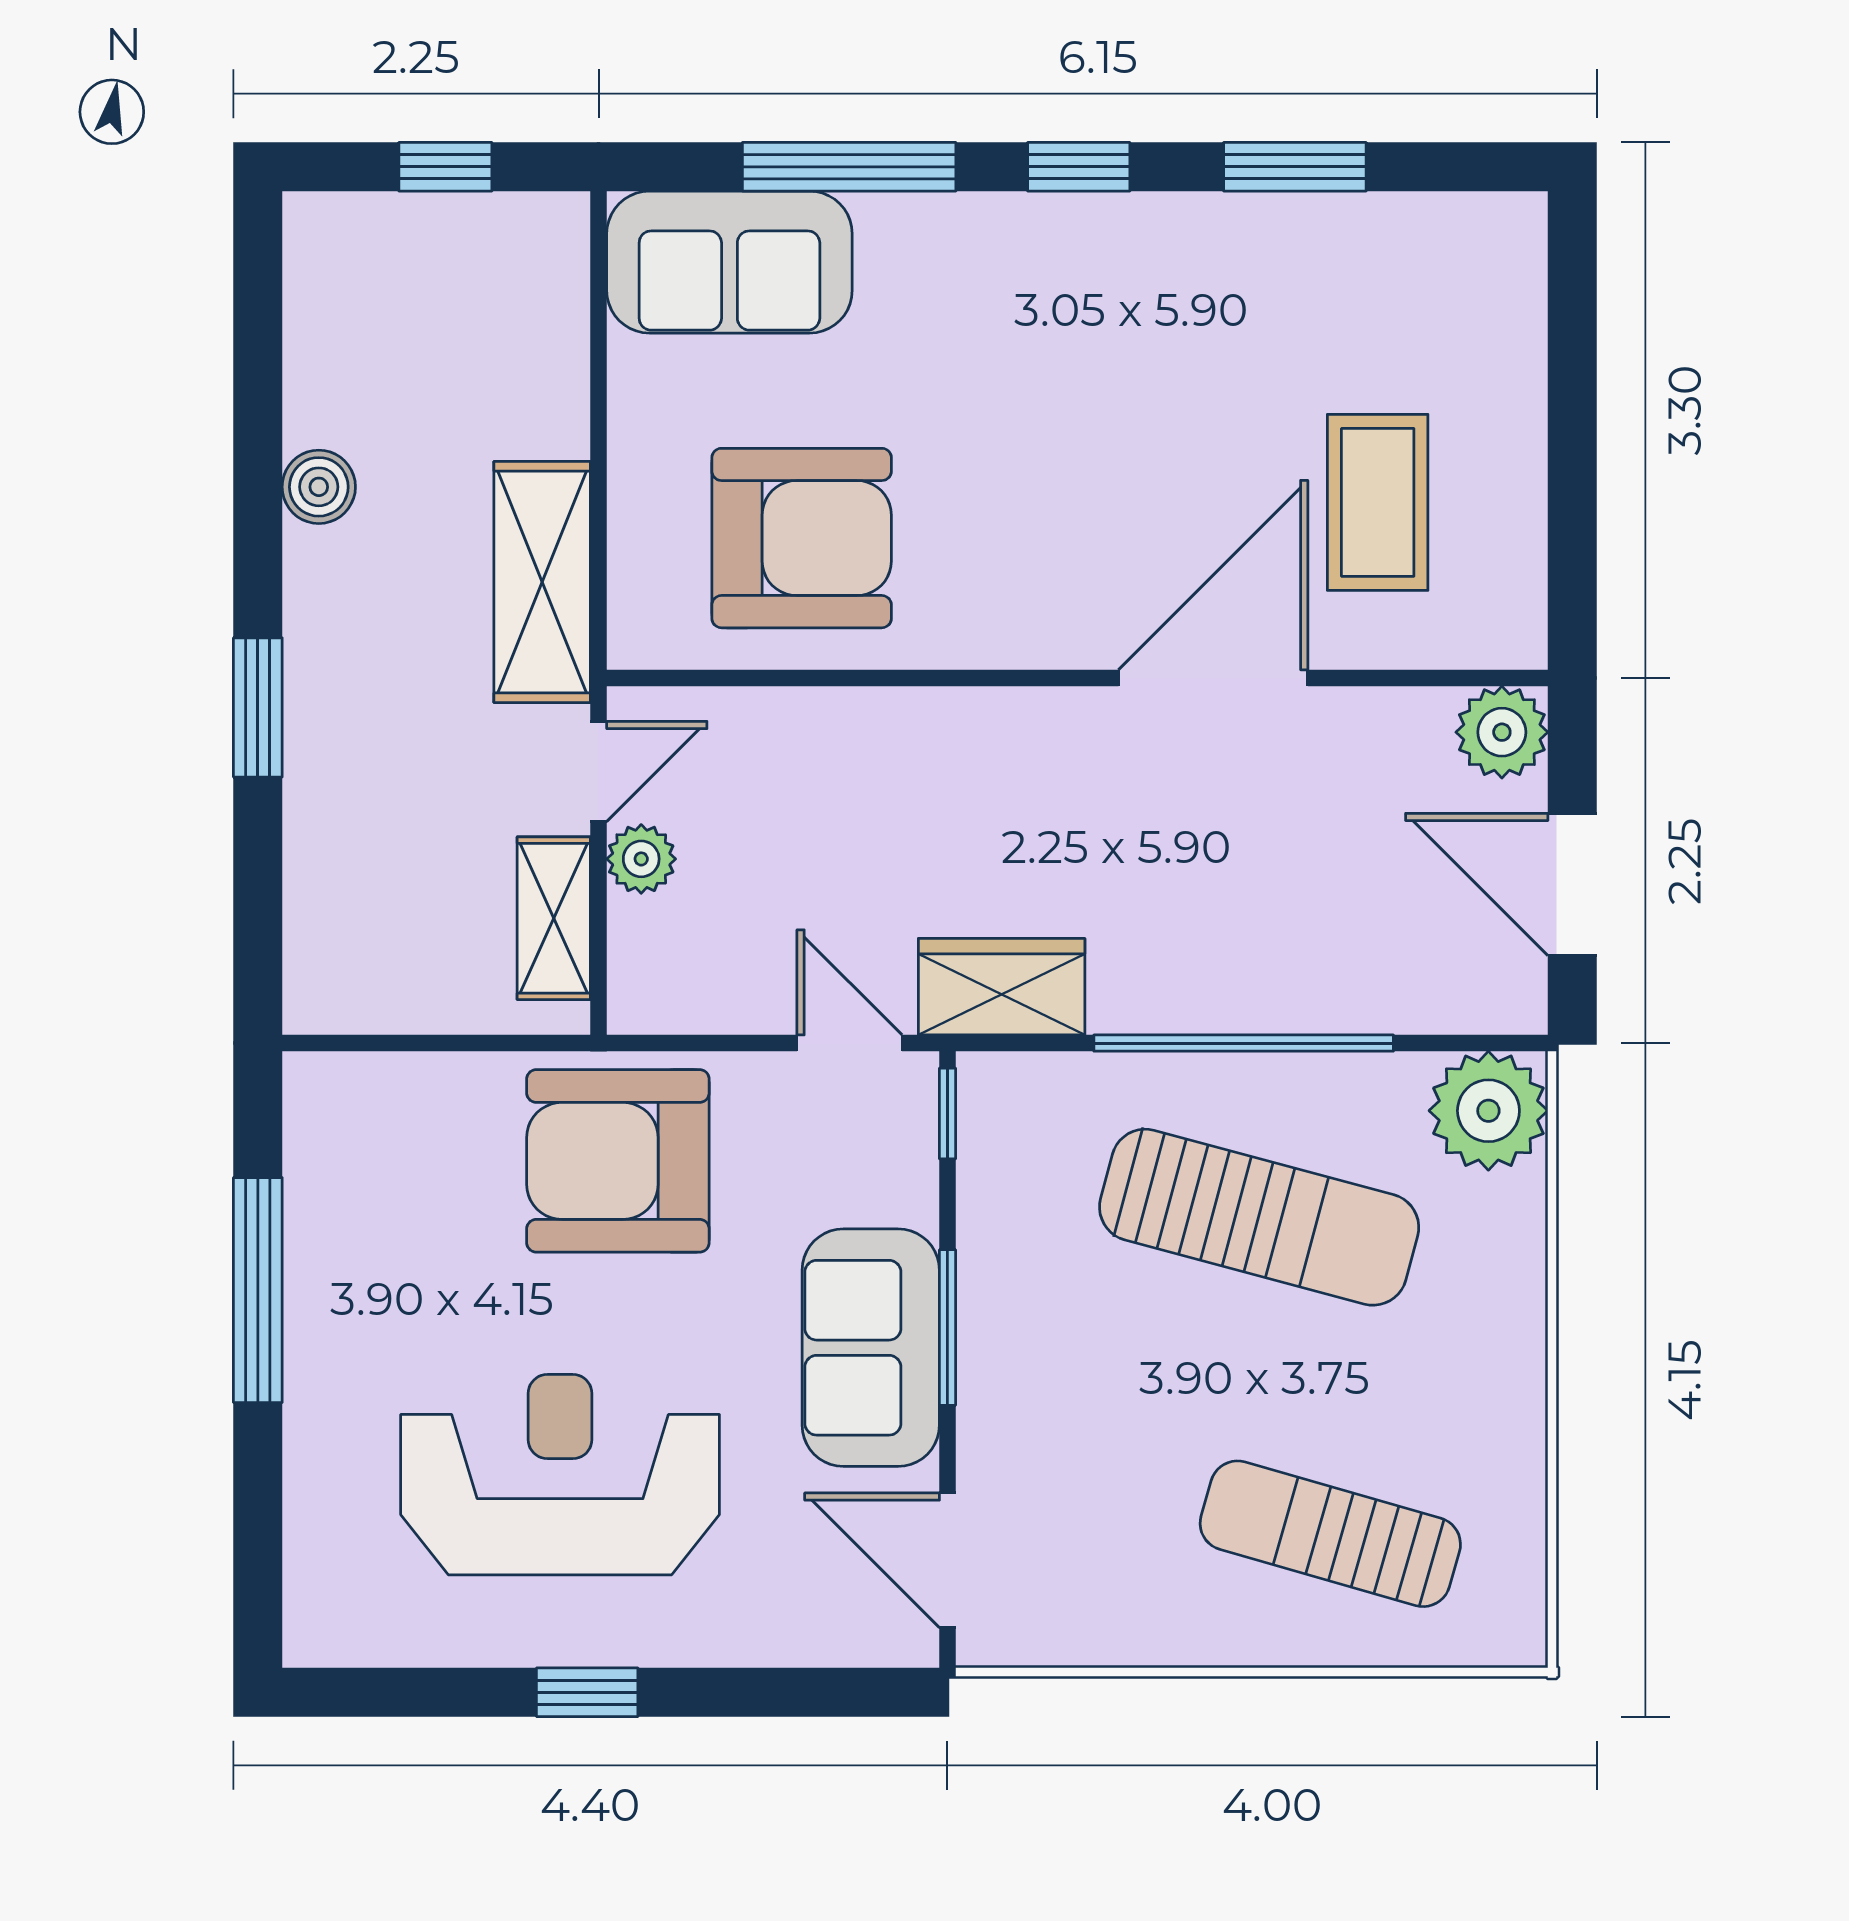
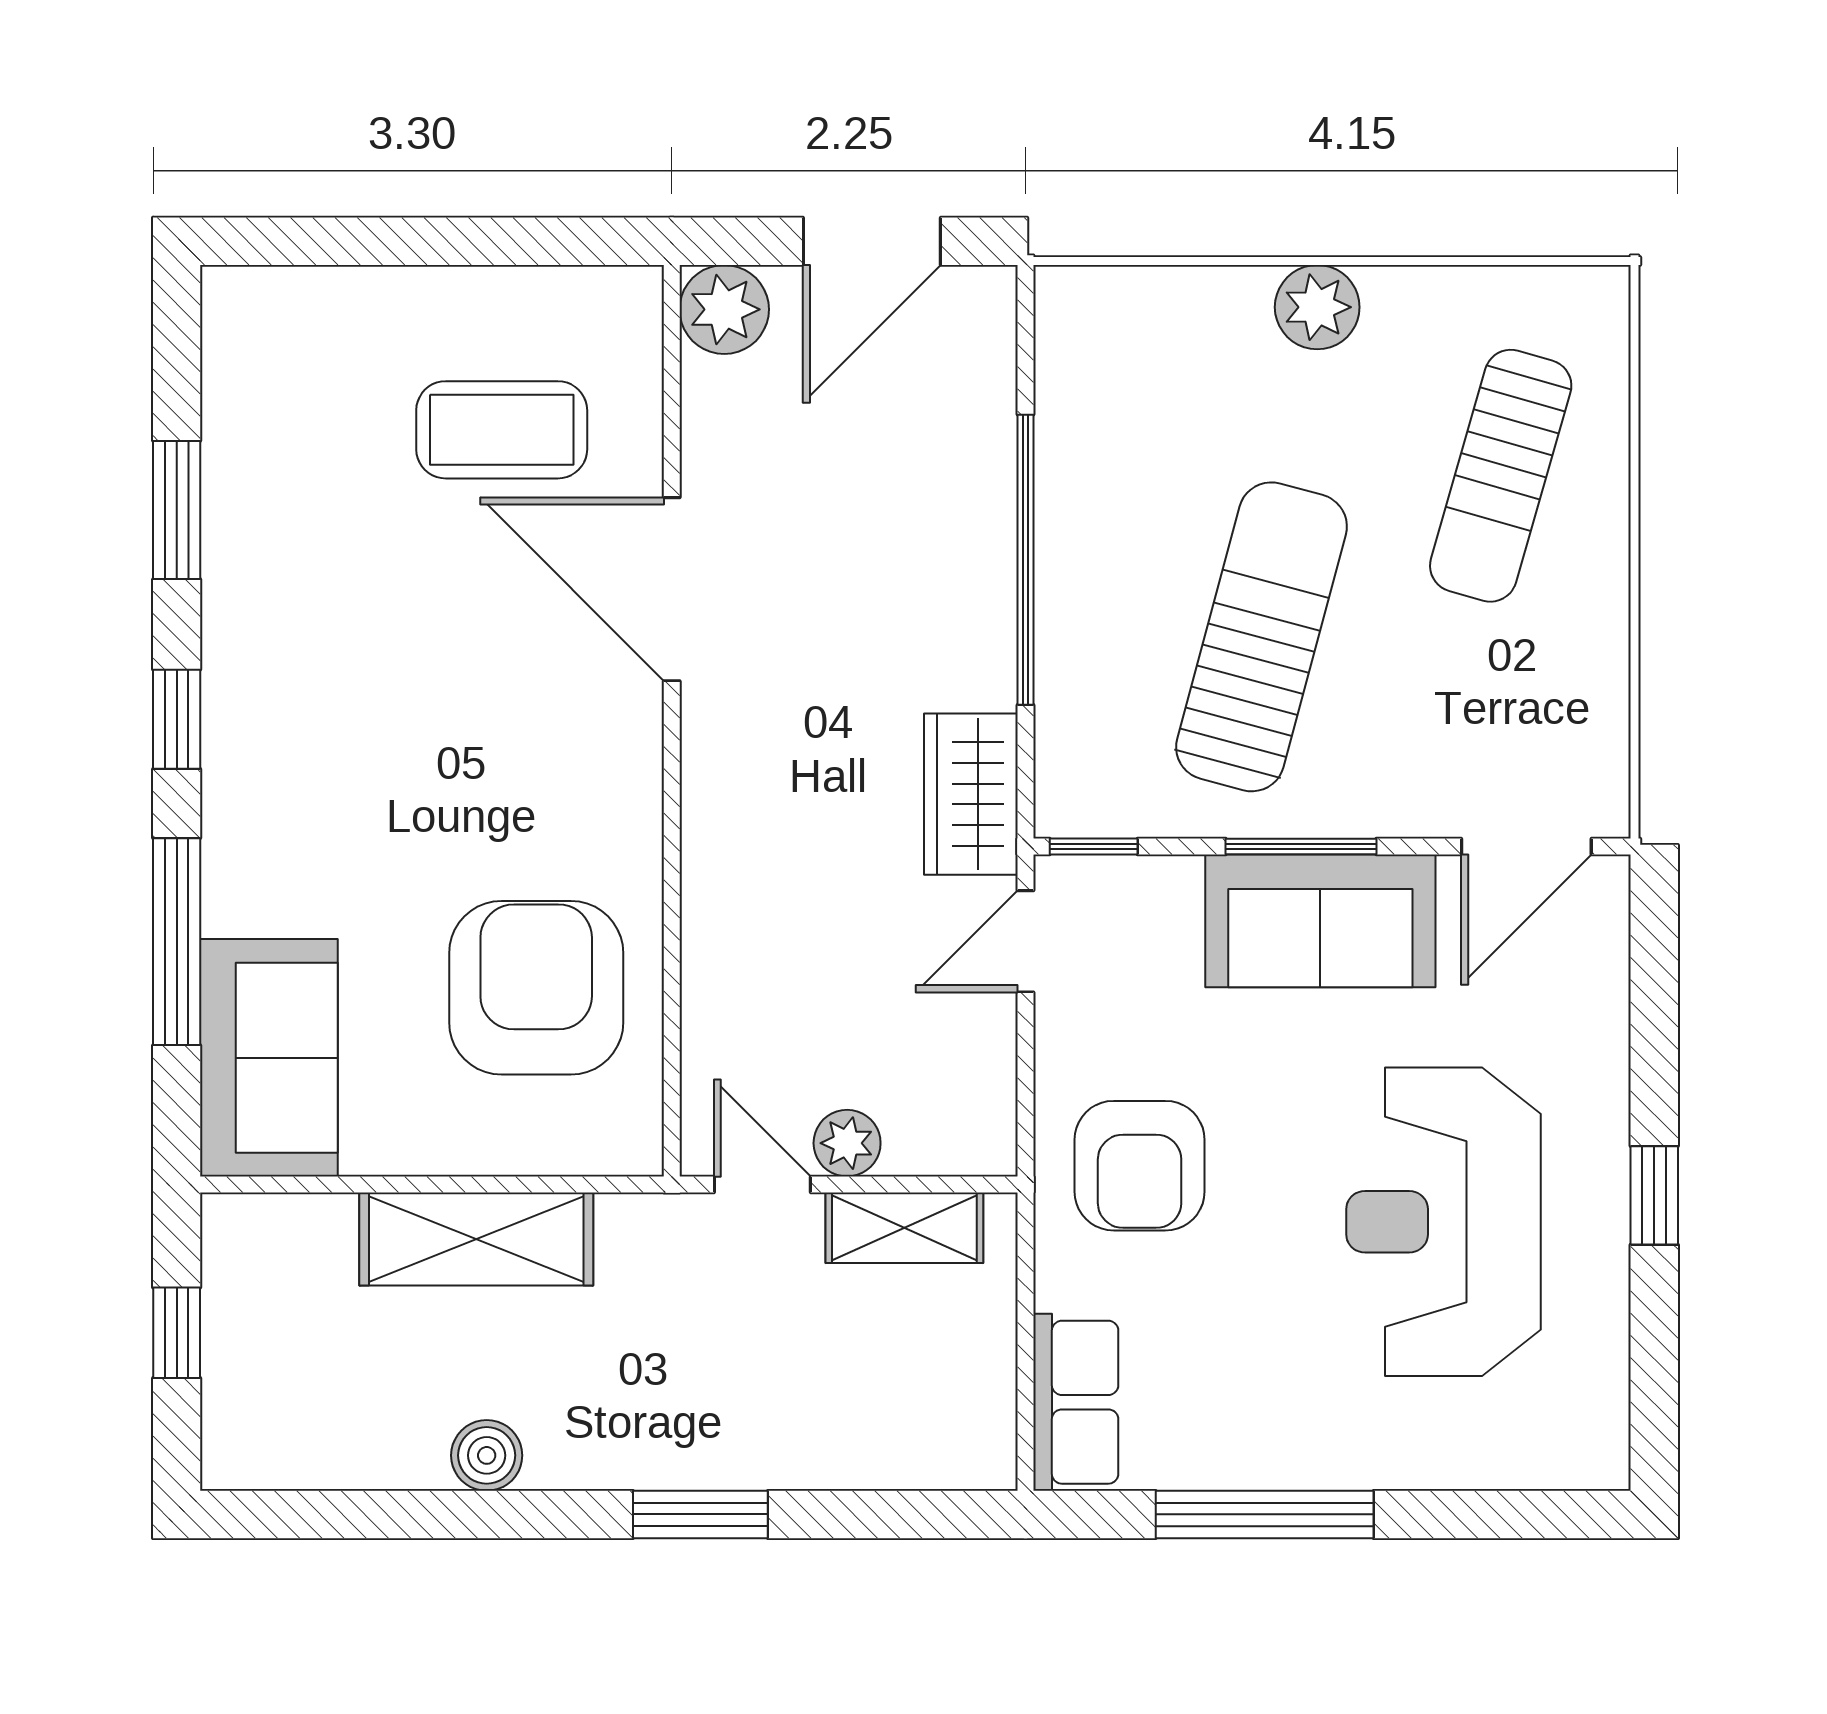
shelving: (542, 582) -> (476, 1239), moved
row of seats: (374, 1095) -> (1076, 1402), added
plant: (1488, 1111) -> (1317, 307), moved, width x0.73, depth x0.73
armchair: (618, 1161) -> (1140, 1166), width x0.73, depth x0.73
sun lounger: (1259, 1217) -> (1261, 637), moved

